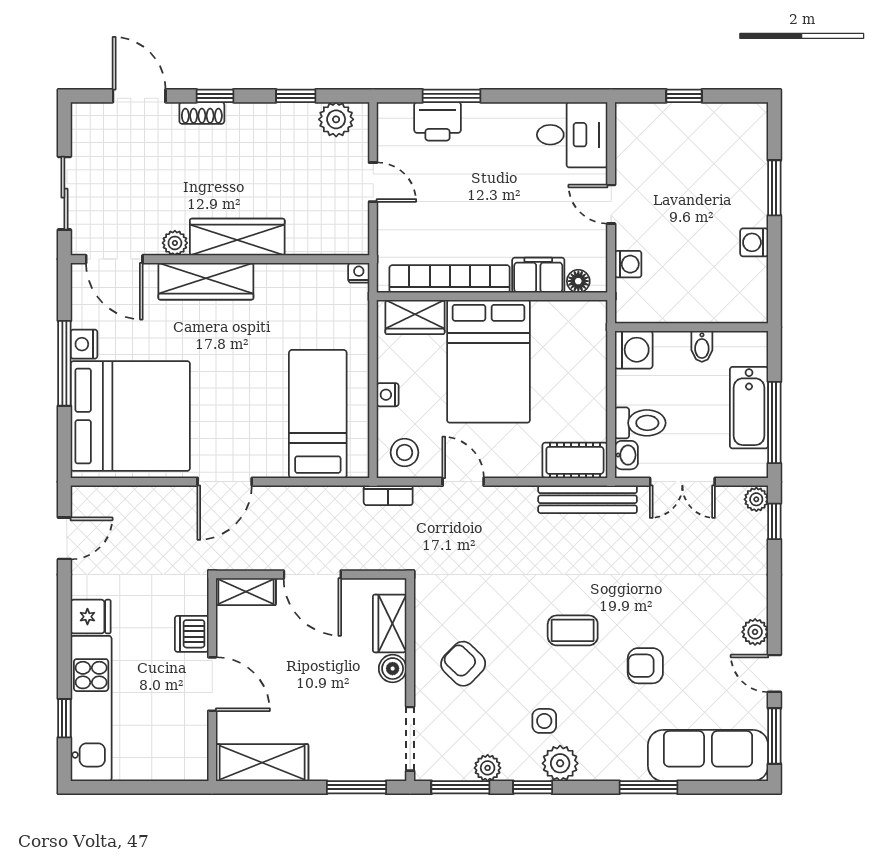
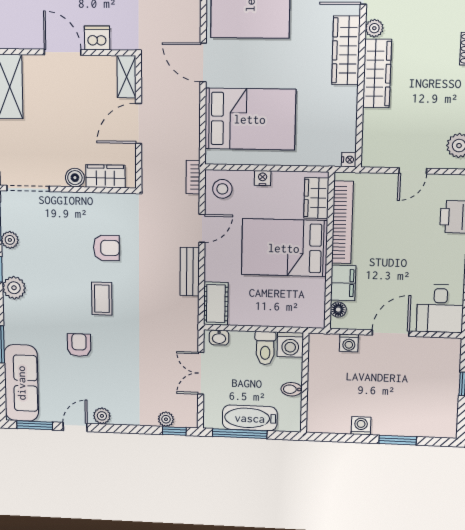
door: (611, 204) -> (391, 333), width x1.38
bed: (318, 414) -> (250, 119), width x1.50
toilet: (640, 423) -> (265, 348), moved
bench: (588, 499) -> (190, 272), moved, width x0.73
plant: (756, 499) -> (166, 419), moved
armchair: (463, 664) -> (106, 248), moved, turned 46
door: (212, 684) -> (63, 52), swing flipped
side table: (544, 721) -> (42, 278), removed

